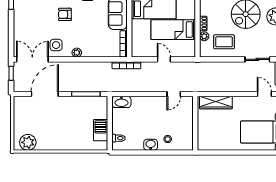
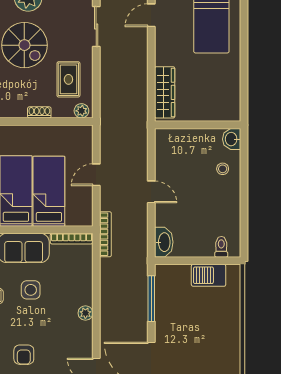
armchair: (65, 14) -> (24, 355), moved
bed: (173, 30) -> (49, 191), moved, turned 180
plant: (204, 36) -> (81, 111), moved
side table: (56, 45) -> (31, 290), moved
door: (174, 94) -> (151, 192), moved
washbasin: (151, 145) -> (232, 139), moved

